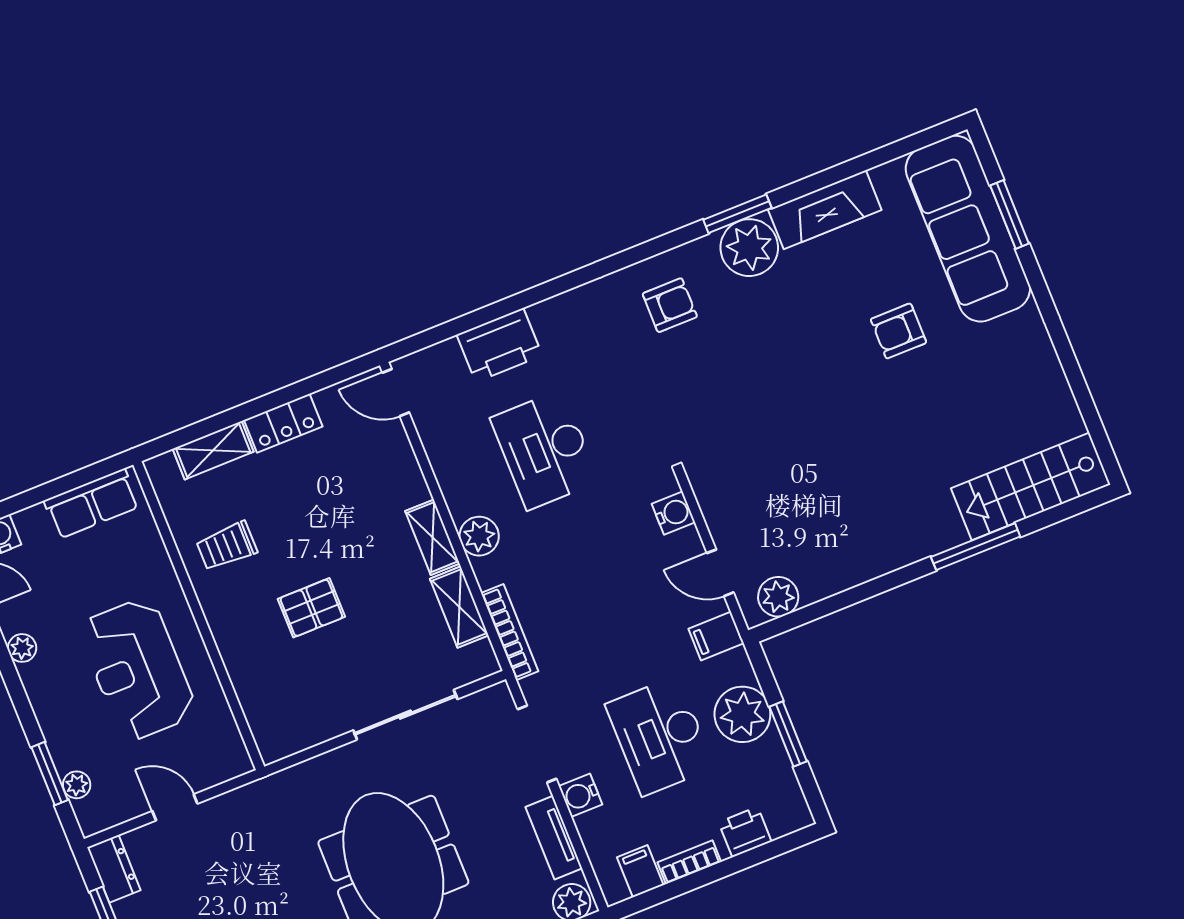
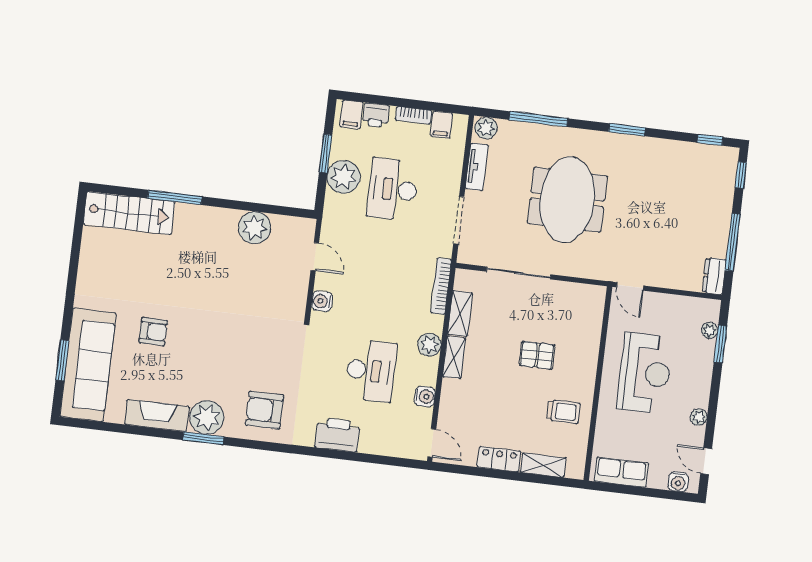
armchair: (670, 305) -> (265, 410), width x1.38, depth x1.38
printer: (499, 345) -> (337, 435), moved
plant: (778, 597) -> (255, 228), moved, width x1.36, depth x1.36
filing cabinet: (716, 636) -> (351, 114), moved, turned 90
desk: (660, 736) -> (393, 189), turned 180
water cooler: (580, 795) -> (425, 397), moved
door: (175, 807) -> (630, 286), moved

